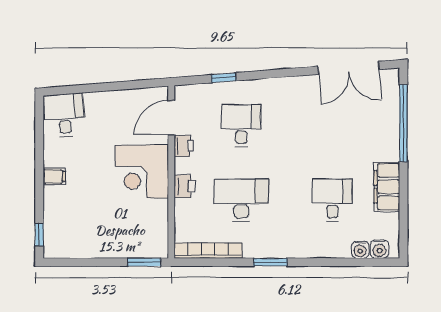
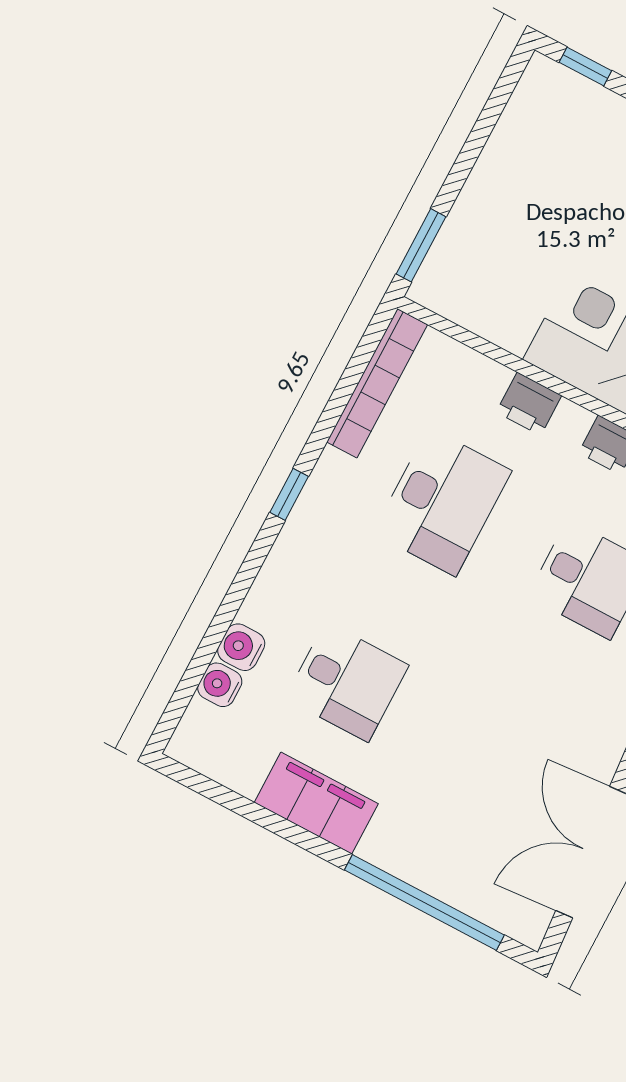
water cooler: (380, 249) -> (241, 647), moved
window: (270, 262) -> (289, 494), width x0.67

